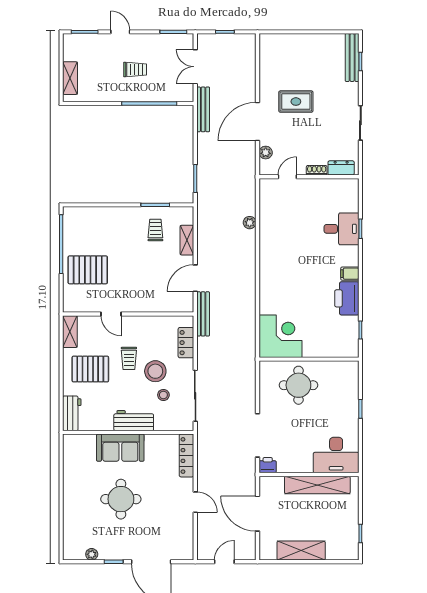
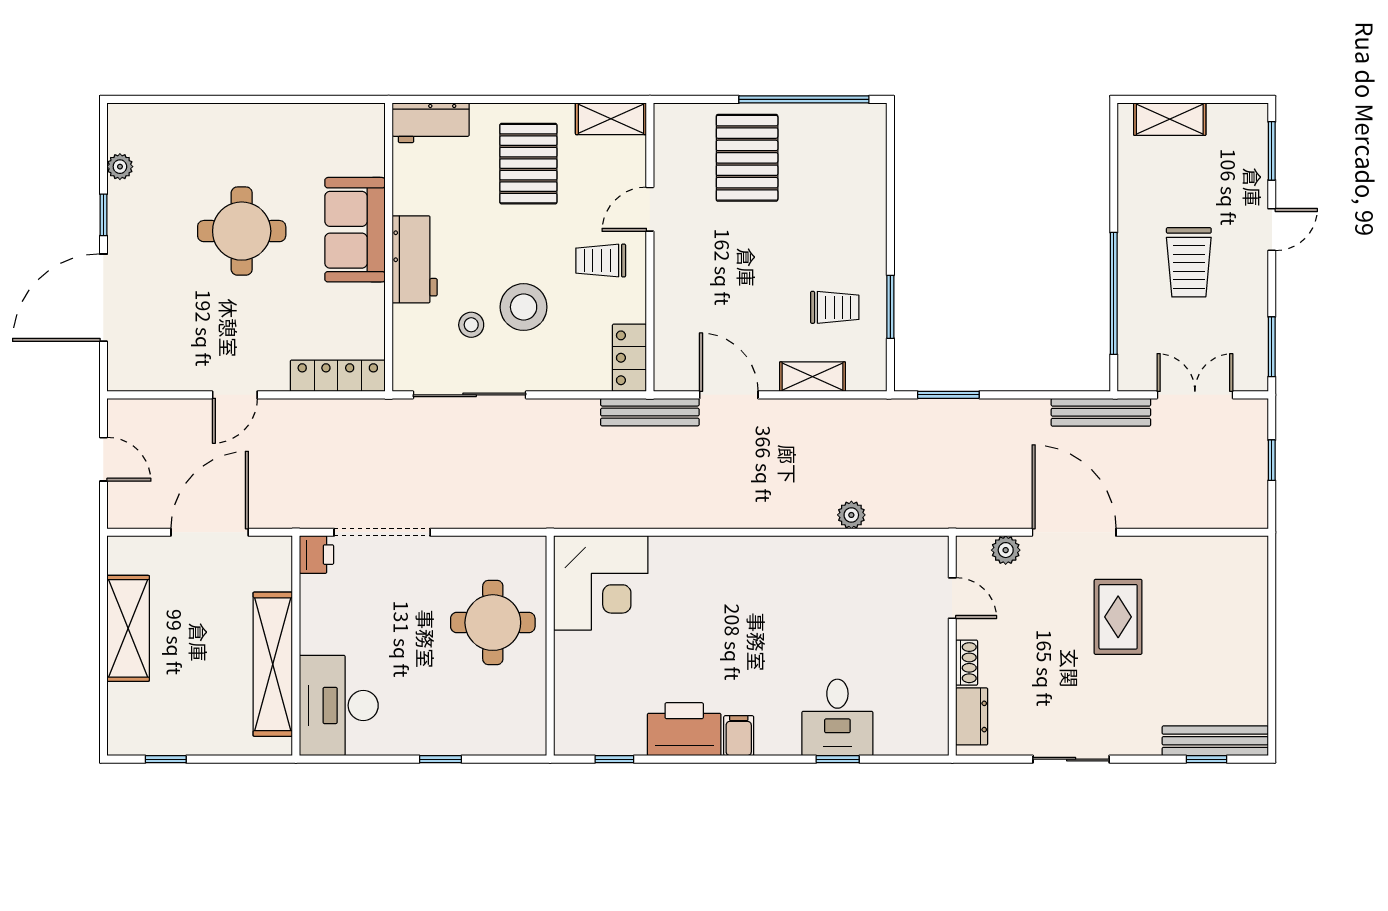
trolley: (135, 69) -> (1189, 262), width x1.36, depth x1.39
locker: (186, 343) -> (629, 358), moved, turned -90
trolley: (129, 358) -> (601, 261), moved

